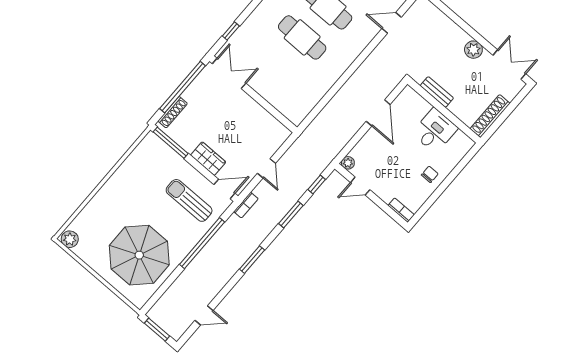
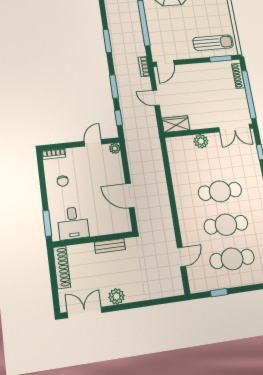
double door: (509, 64) -> (85, 312), swing flipped
plant: (270, 93) -> (201, 141), added
desk: (435, 131) -> (73, 223), moved
window: (171, 143) -> (221, 59), width x0.69
wardrobe: (208, 159) -> (176, 124), moved, turned 180
window: (465, 161) -> (47, 223), added
chair: (430, 174) -> (63, 181), moved
sun lounger: (189, 200) -> (213, 43), moved

